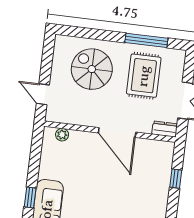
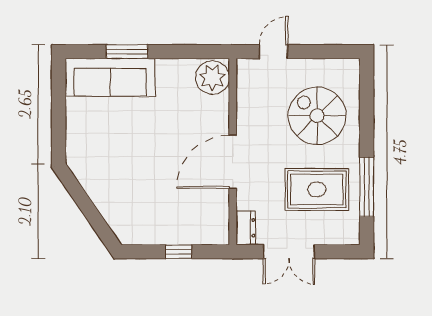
spiral stairs: (92, 69) -> (317, 116), turned -90
plant: (62, 135) -> (212, 78), width x1.87, depth x1.87
window: (30, 198) -> (127, 52), width x1.50

